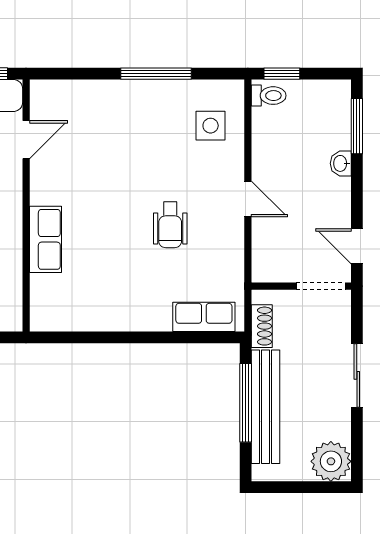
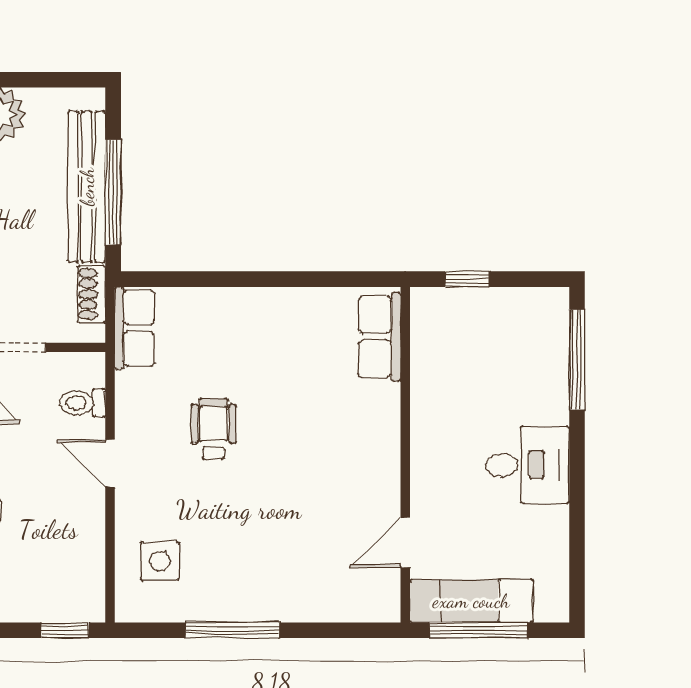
toilet: (269, 96) -> (83, 403), moved
row of seats: (45, 239) -> (379, 337), moved
row of seats: (204, 317) -> (134, 328), moved, turned -90

